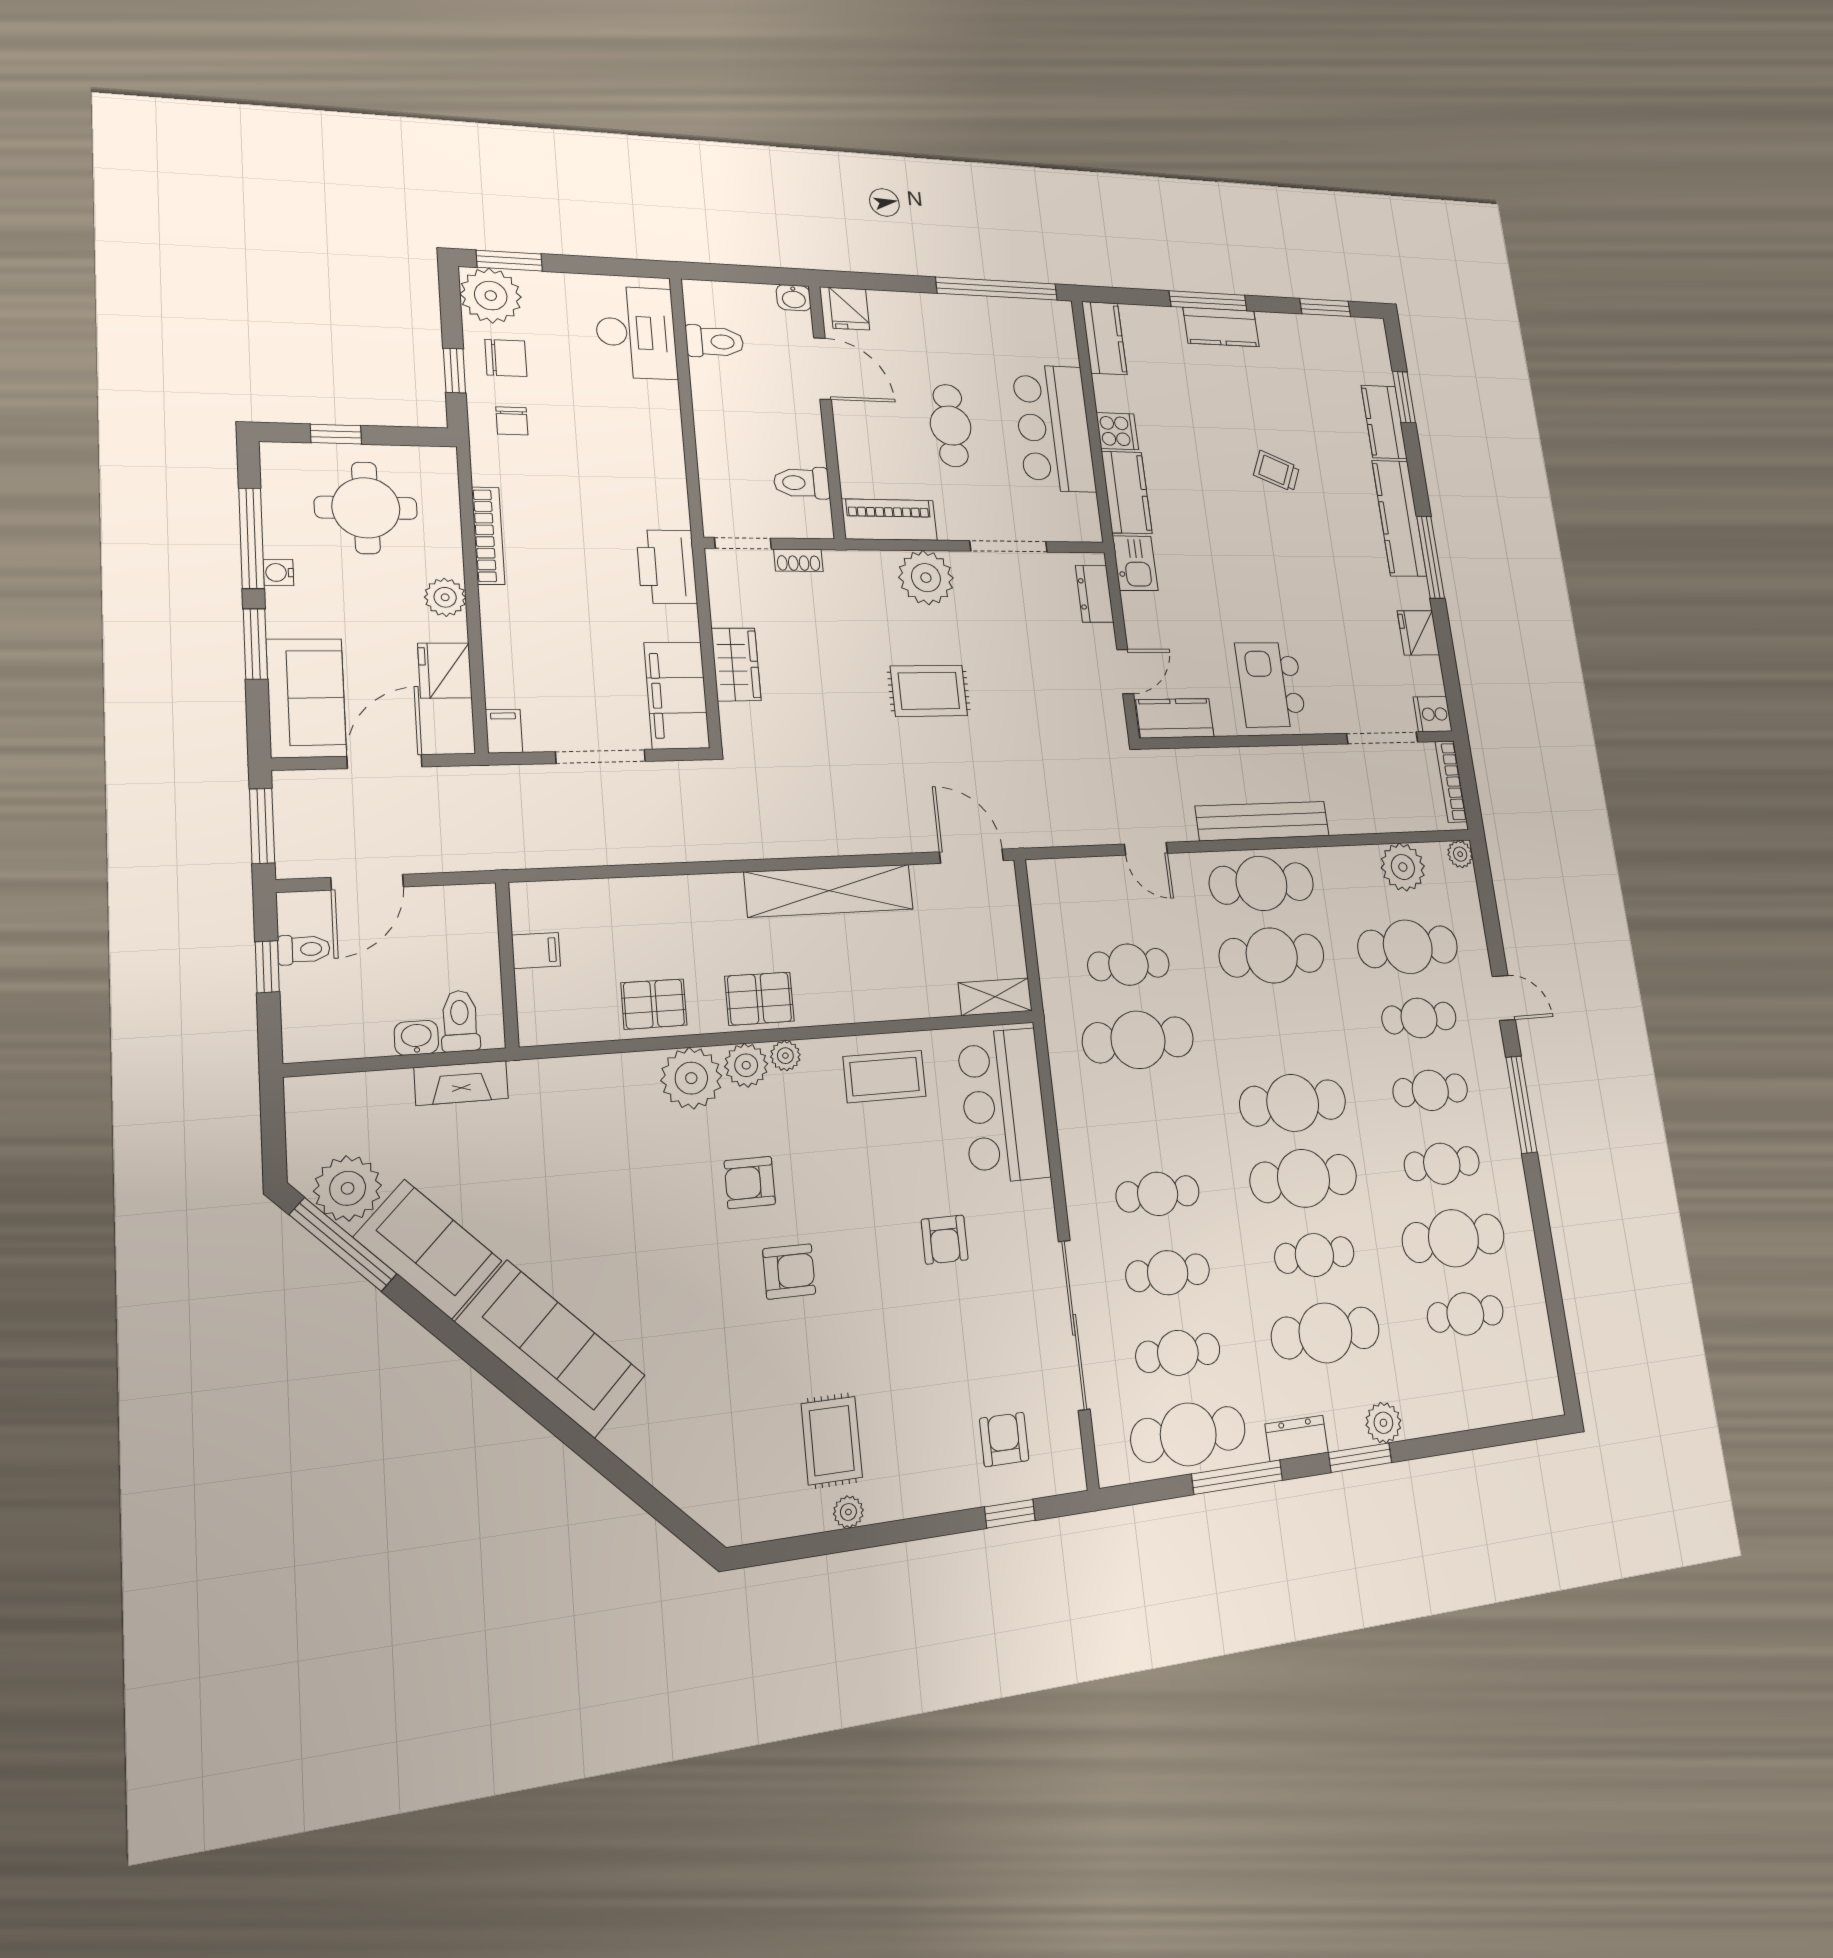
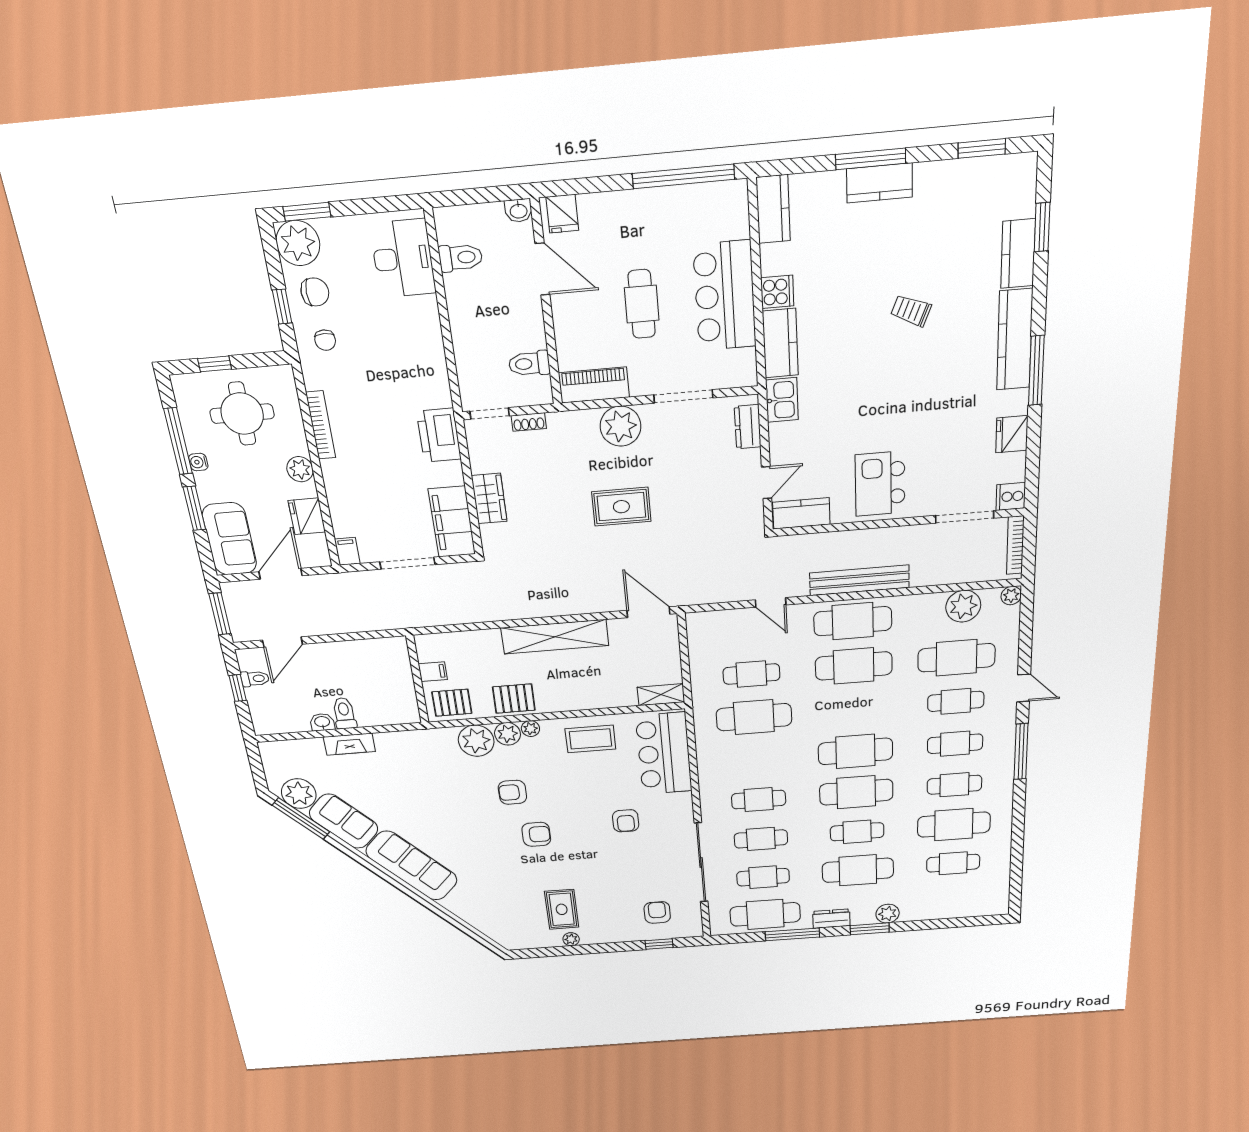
filing cabinet: (536, 951) -> (433, 672), moved
wall: (507, 964) -> (417, 679), moved

